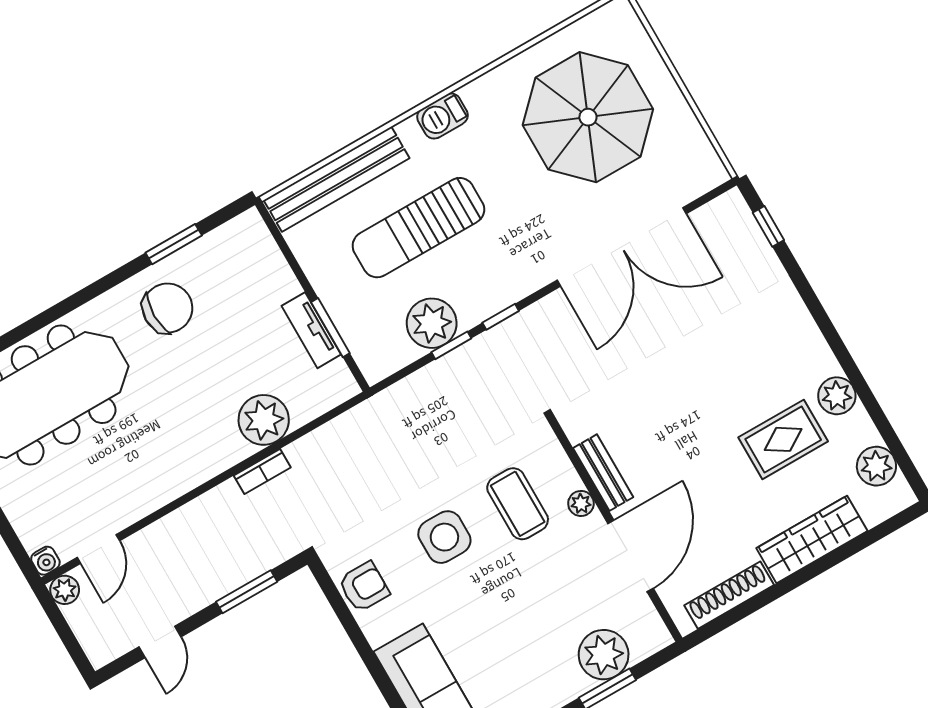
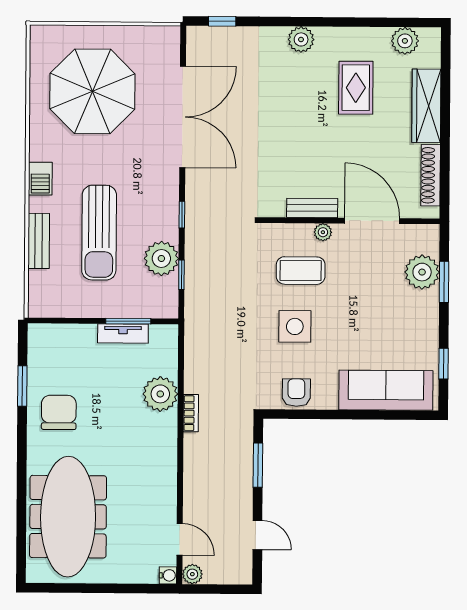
bench: (336, 179) -> (39, 241), width x0.54, depth x0.82
window: (451, 345) -> (181, 275), moved
plant: (837, 396) -> (301, 39), moved

